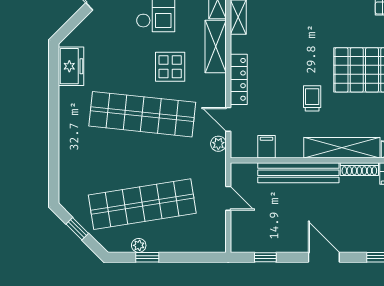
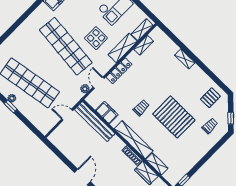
filing cabinet: (267, 147) -> (107, 113), width x2.00
bench: (298, 173) -> (95, 122), moved
door: (228, 198) -> (67, 115), swing flipped
window: (265, 257) -> (59, 154), removed

